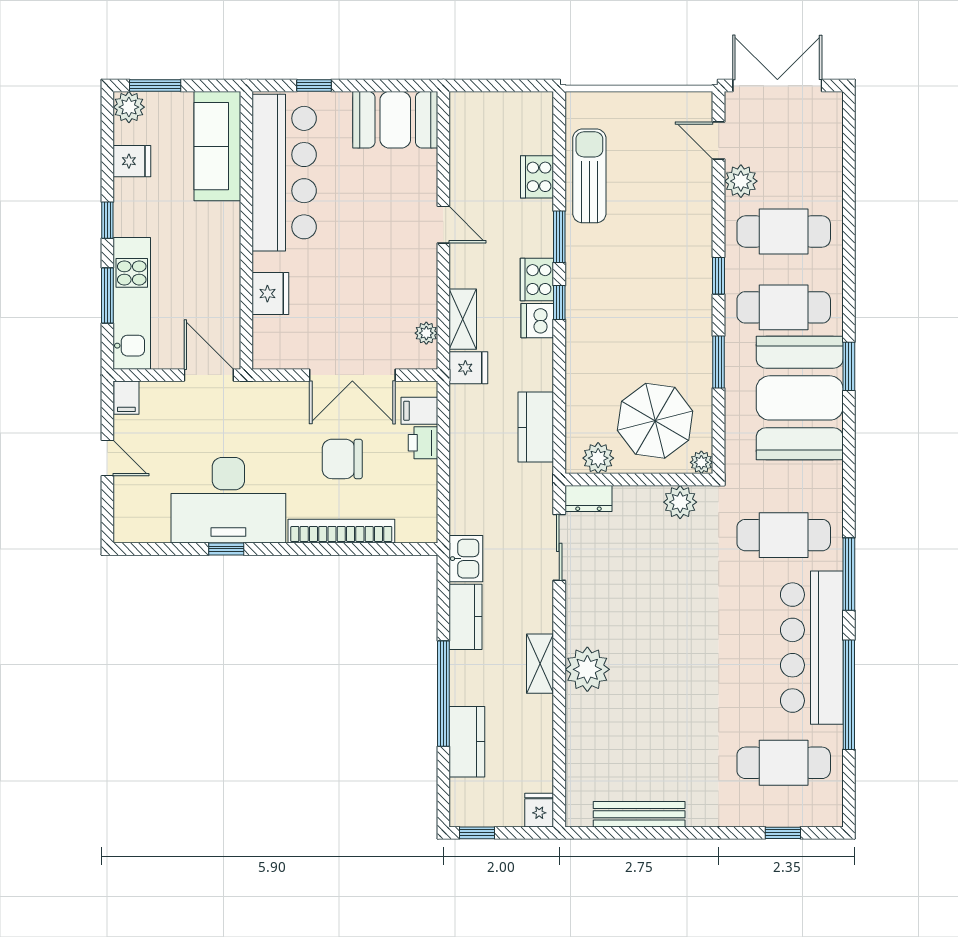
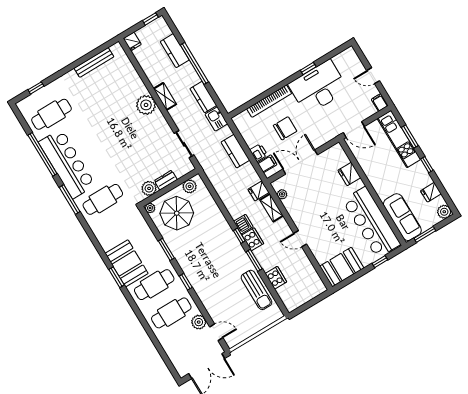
window: (155, 86) -> (425, 234), moved
booth: (800, 398) -> (127, 263), width x0.73, depth x0.70
kitchen counter: (536, 427) -> (235, 151), moved, turned 180
dresser: (588, 498) -> (166, 180), moved

